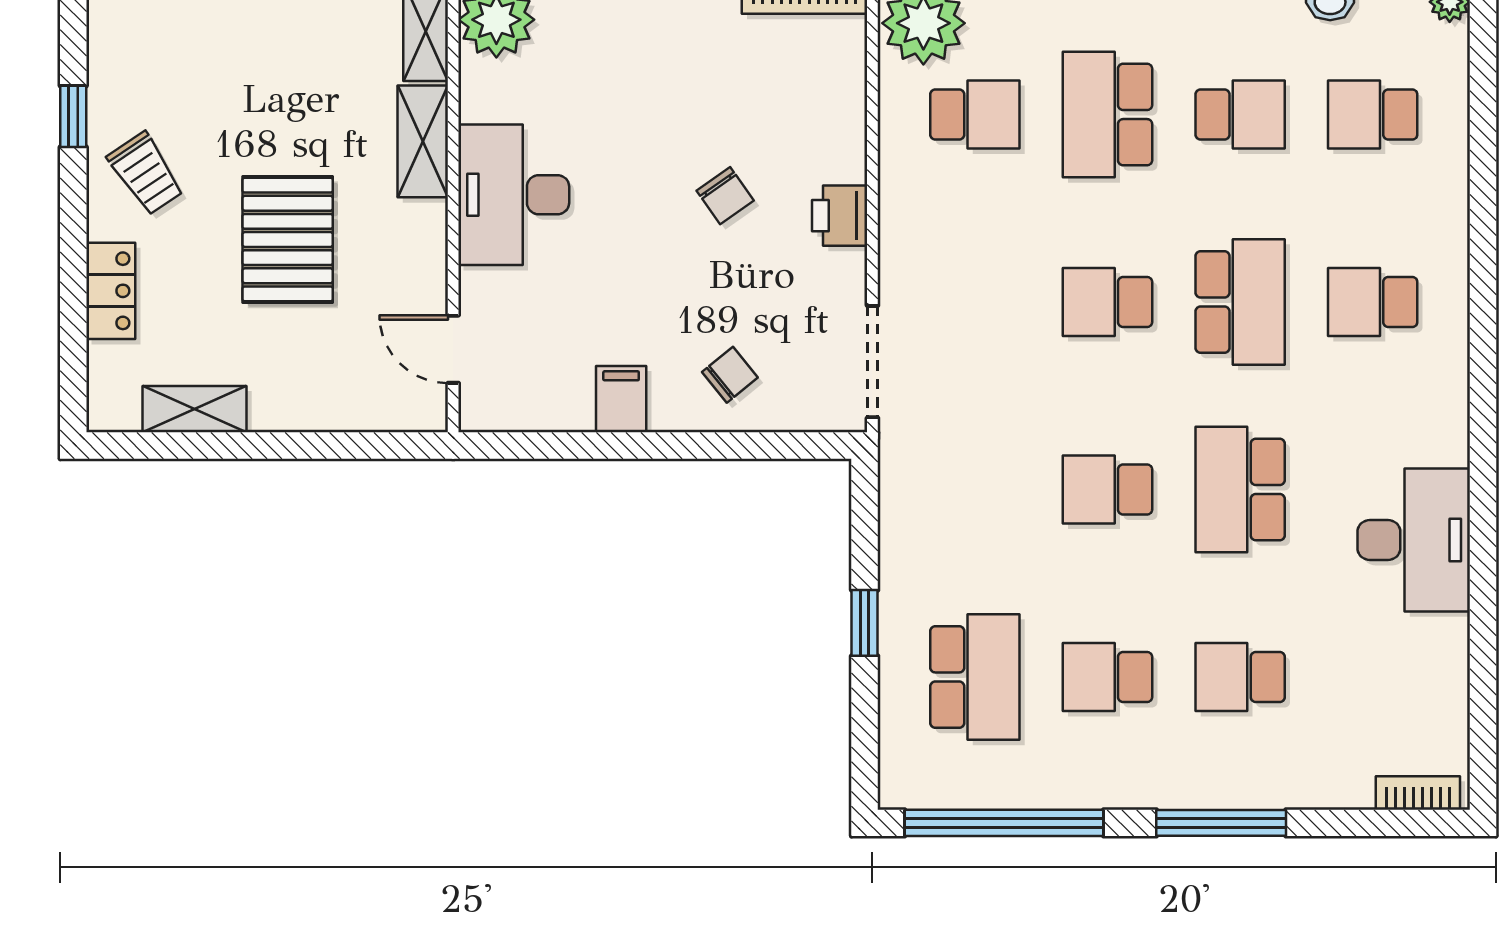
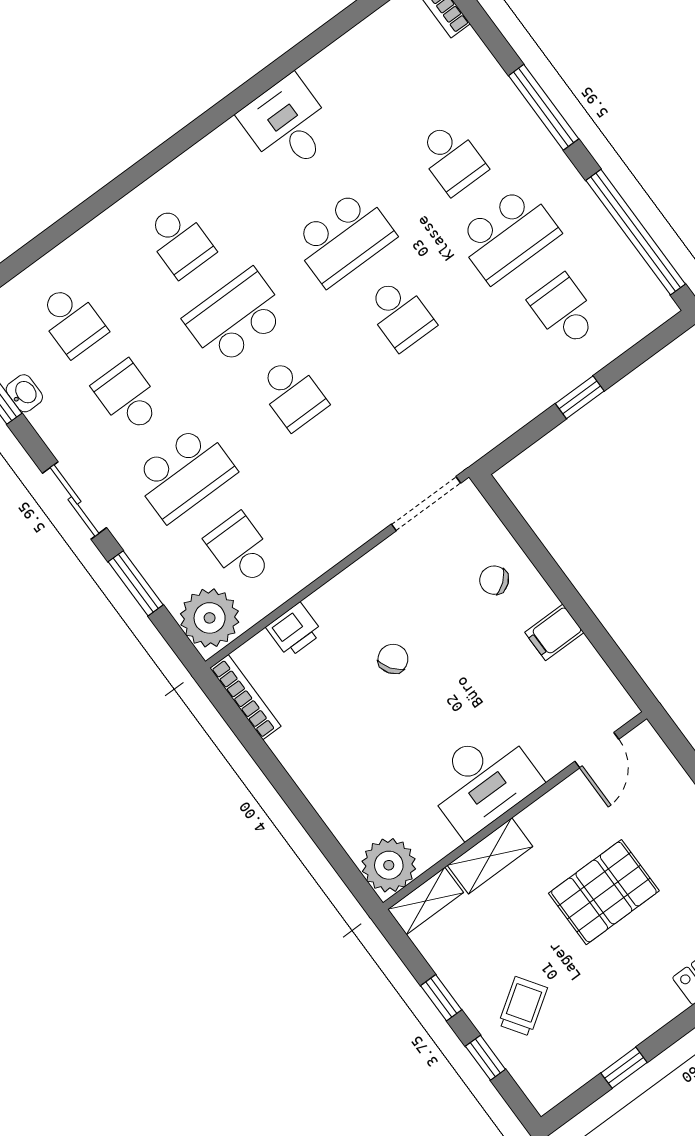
trolley: (146, 174) -> (523, 1006), moved
printer: (840, 216) -> (294, 630), moved
desk: (1414, 540) -> (288, 125), width x0.73
school desk: (975, 677) -> (564, 311), width x0.54
school desk: (1107, 677) -> (508, 235), width x1.85

